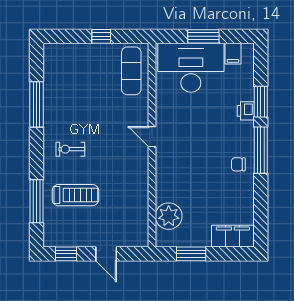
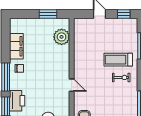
printer: (246, 111) -> (17, 101), width x1.87, depth x1.48
treadmill: (75, 195) -> (118, 60), moved
filing cabinet: (233, 236) -> (16, 46), moved, turned -90

